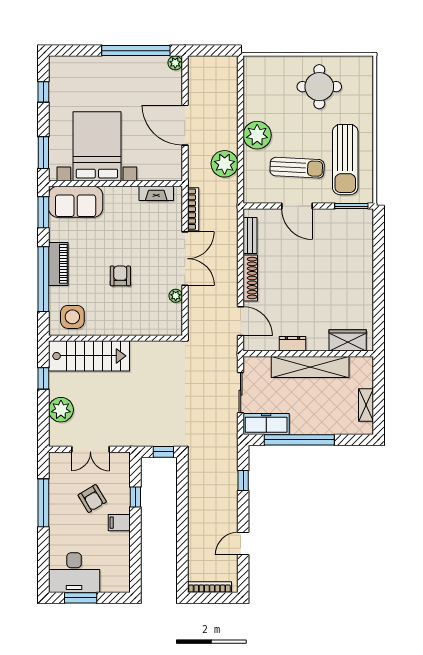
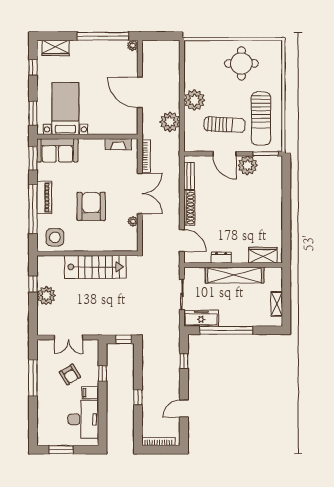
wardrobe: (73, 66) -> (55, 48), added
bed with nightstands: (97, 146) -> (65, 108), width x0.73
plant: (327, 222) -> (248, 165), added
armchair: (120, 276) -> (91, 206), width x1.88, depth x1.88
stairs: (89, 356) -> (95, 267), moved
plant: (61, 410) -> (46, 295), moved
window: (182, 529) -> (138, 397), added
desk: (74, 573) -> (83, 419), moved, turned -90

